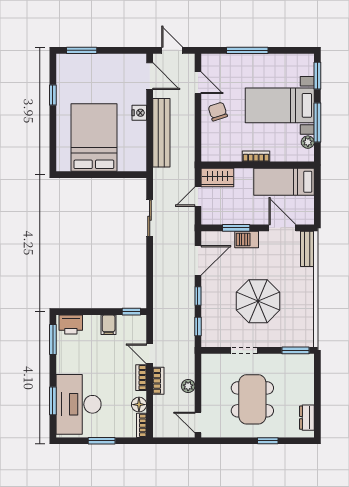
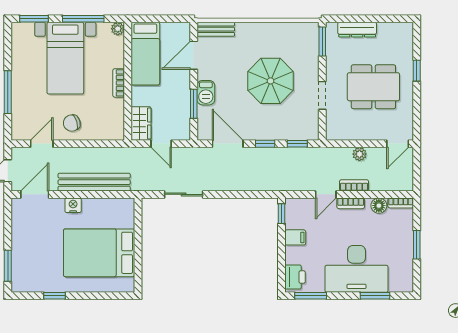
plant: (308, 142) -> (118, 29), moved
desk: (79, 404) -> (356, 269), moved
dresser: (307, 418) -> (357, 30), moved, width x1.44

